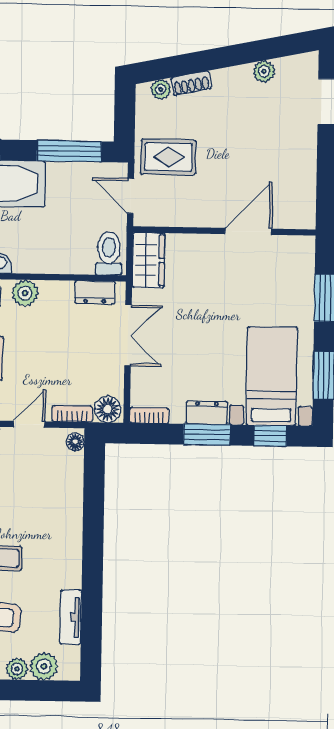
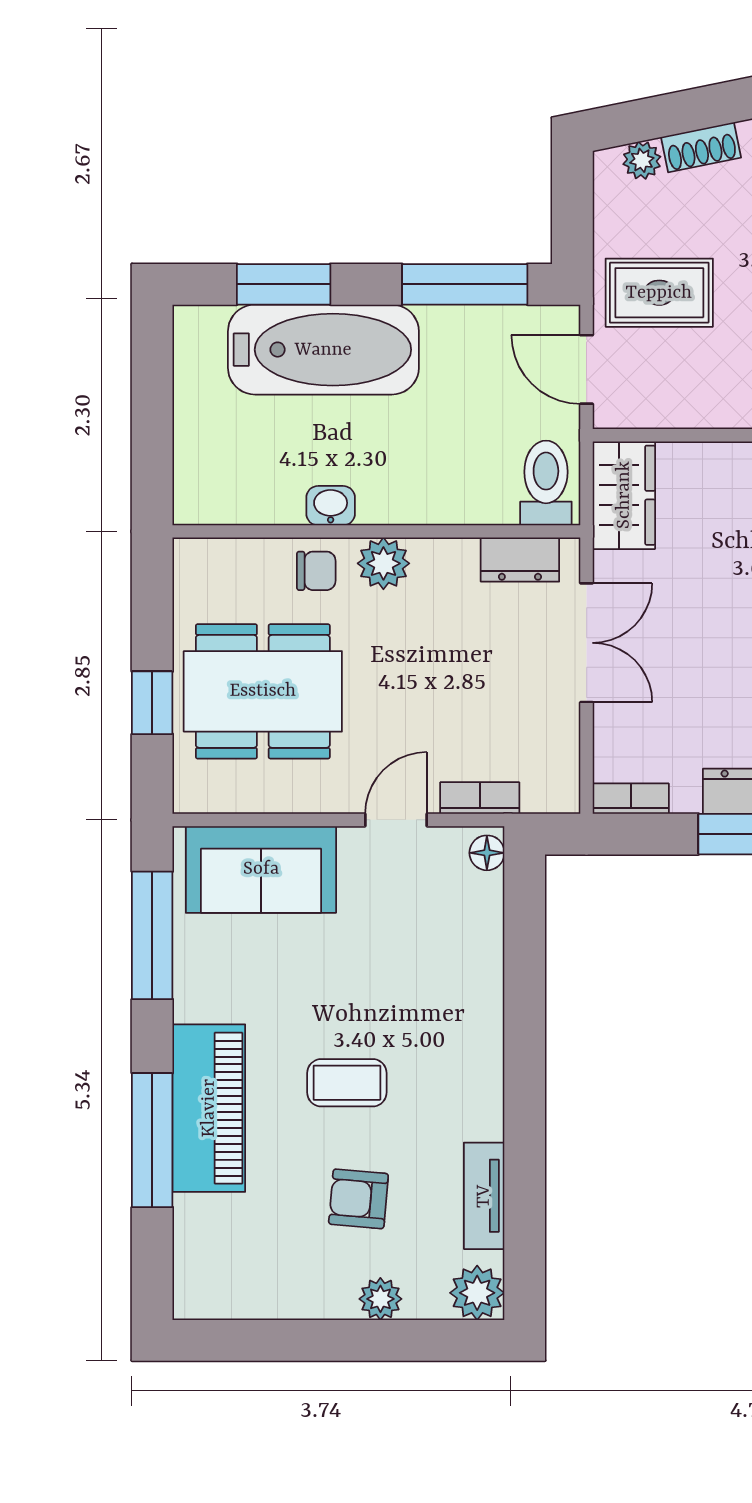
floor lamp: (108, 409) -> (549, 788), removed
plant: (44, 666) -> (477, 1293), moved

